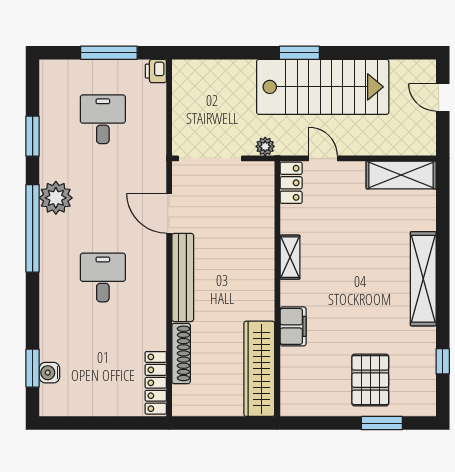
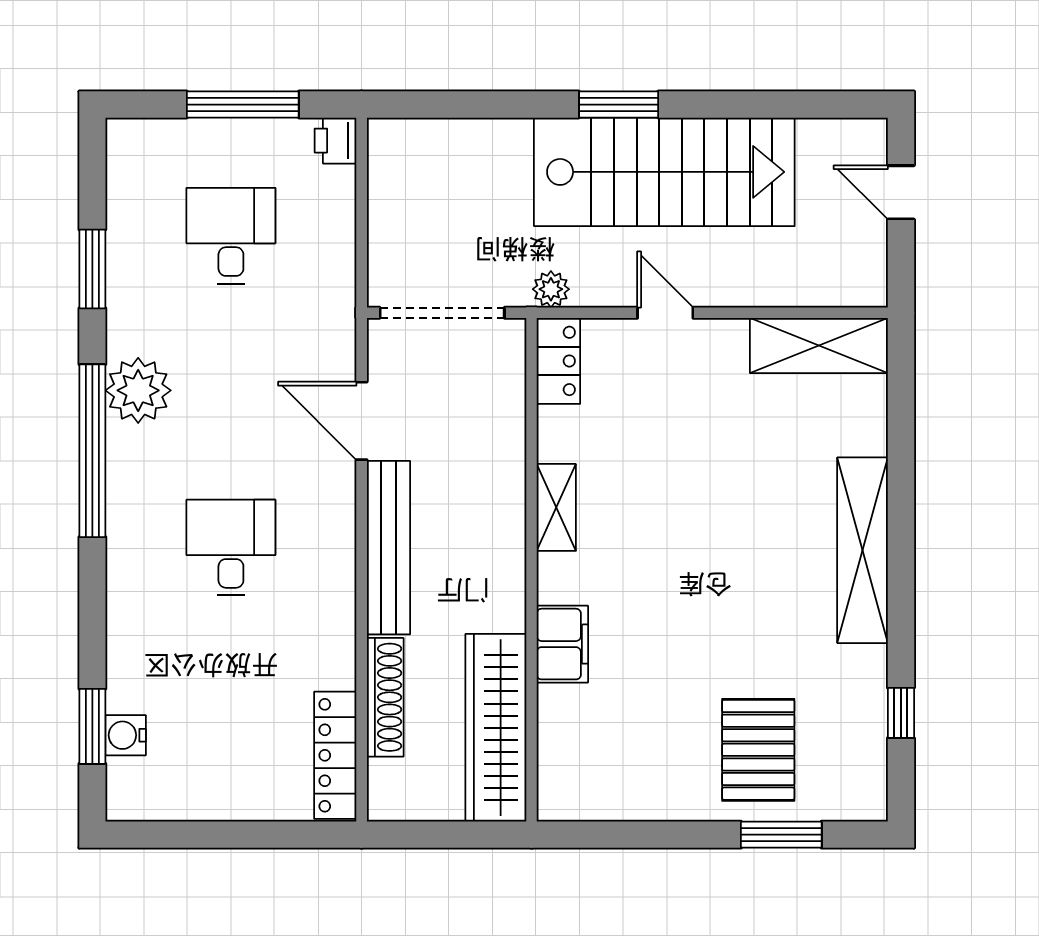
locker: (291, 183) -> (558, 361), moved
shelving: (290, 257) -> (556, 507), moved
wall: (277, 289) -> (532, 570), moved
filing cabinet: (293, 326) -> (562, 644), moved
wardrobe: (259, 369) -> (496, 728), moved

